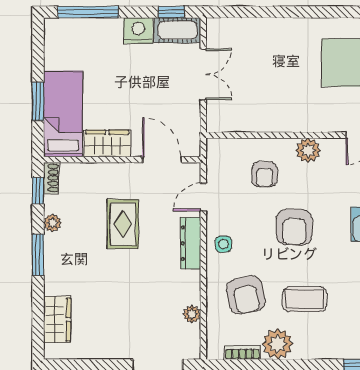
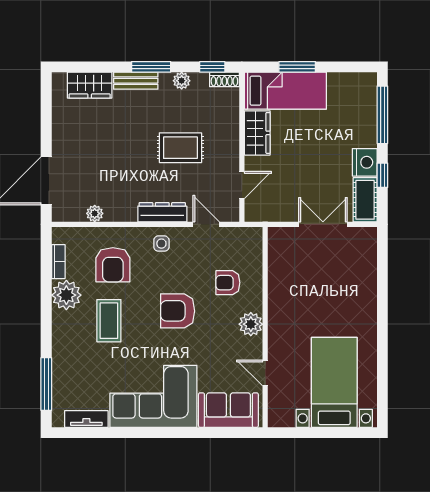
window: (172, 12) -> (382, 175), moved
double door: (203, 74) -> (323, 224), swing flipped
door: (162, 160) -> (242, 185), width x0.73
bench: (52, 271) -> (136, 81), added
armchair: (246, 295) -> (113, 265), turned -78

